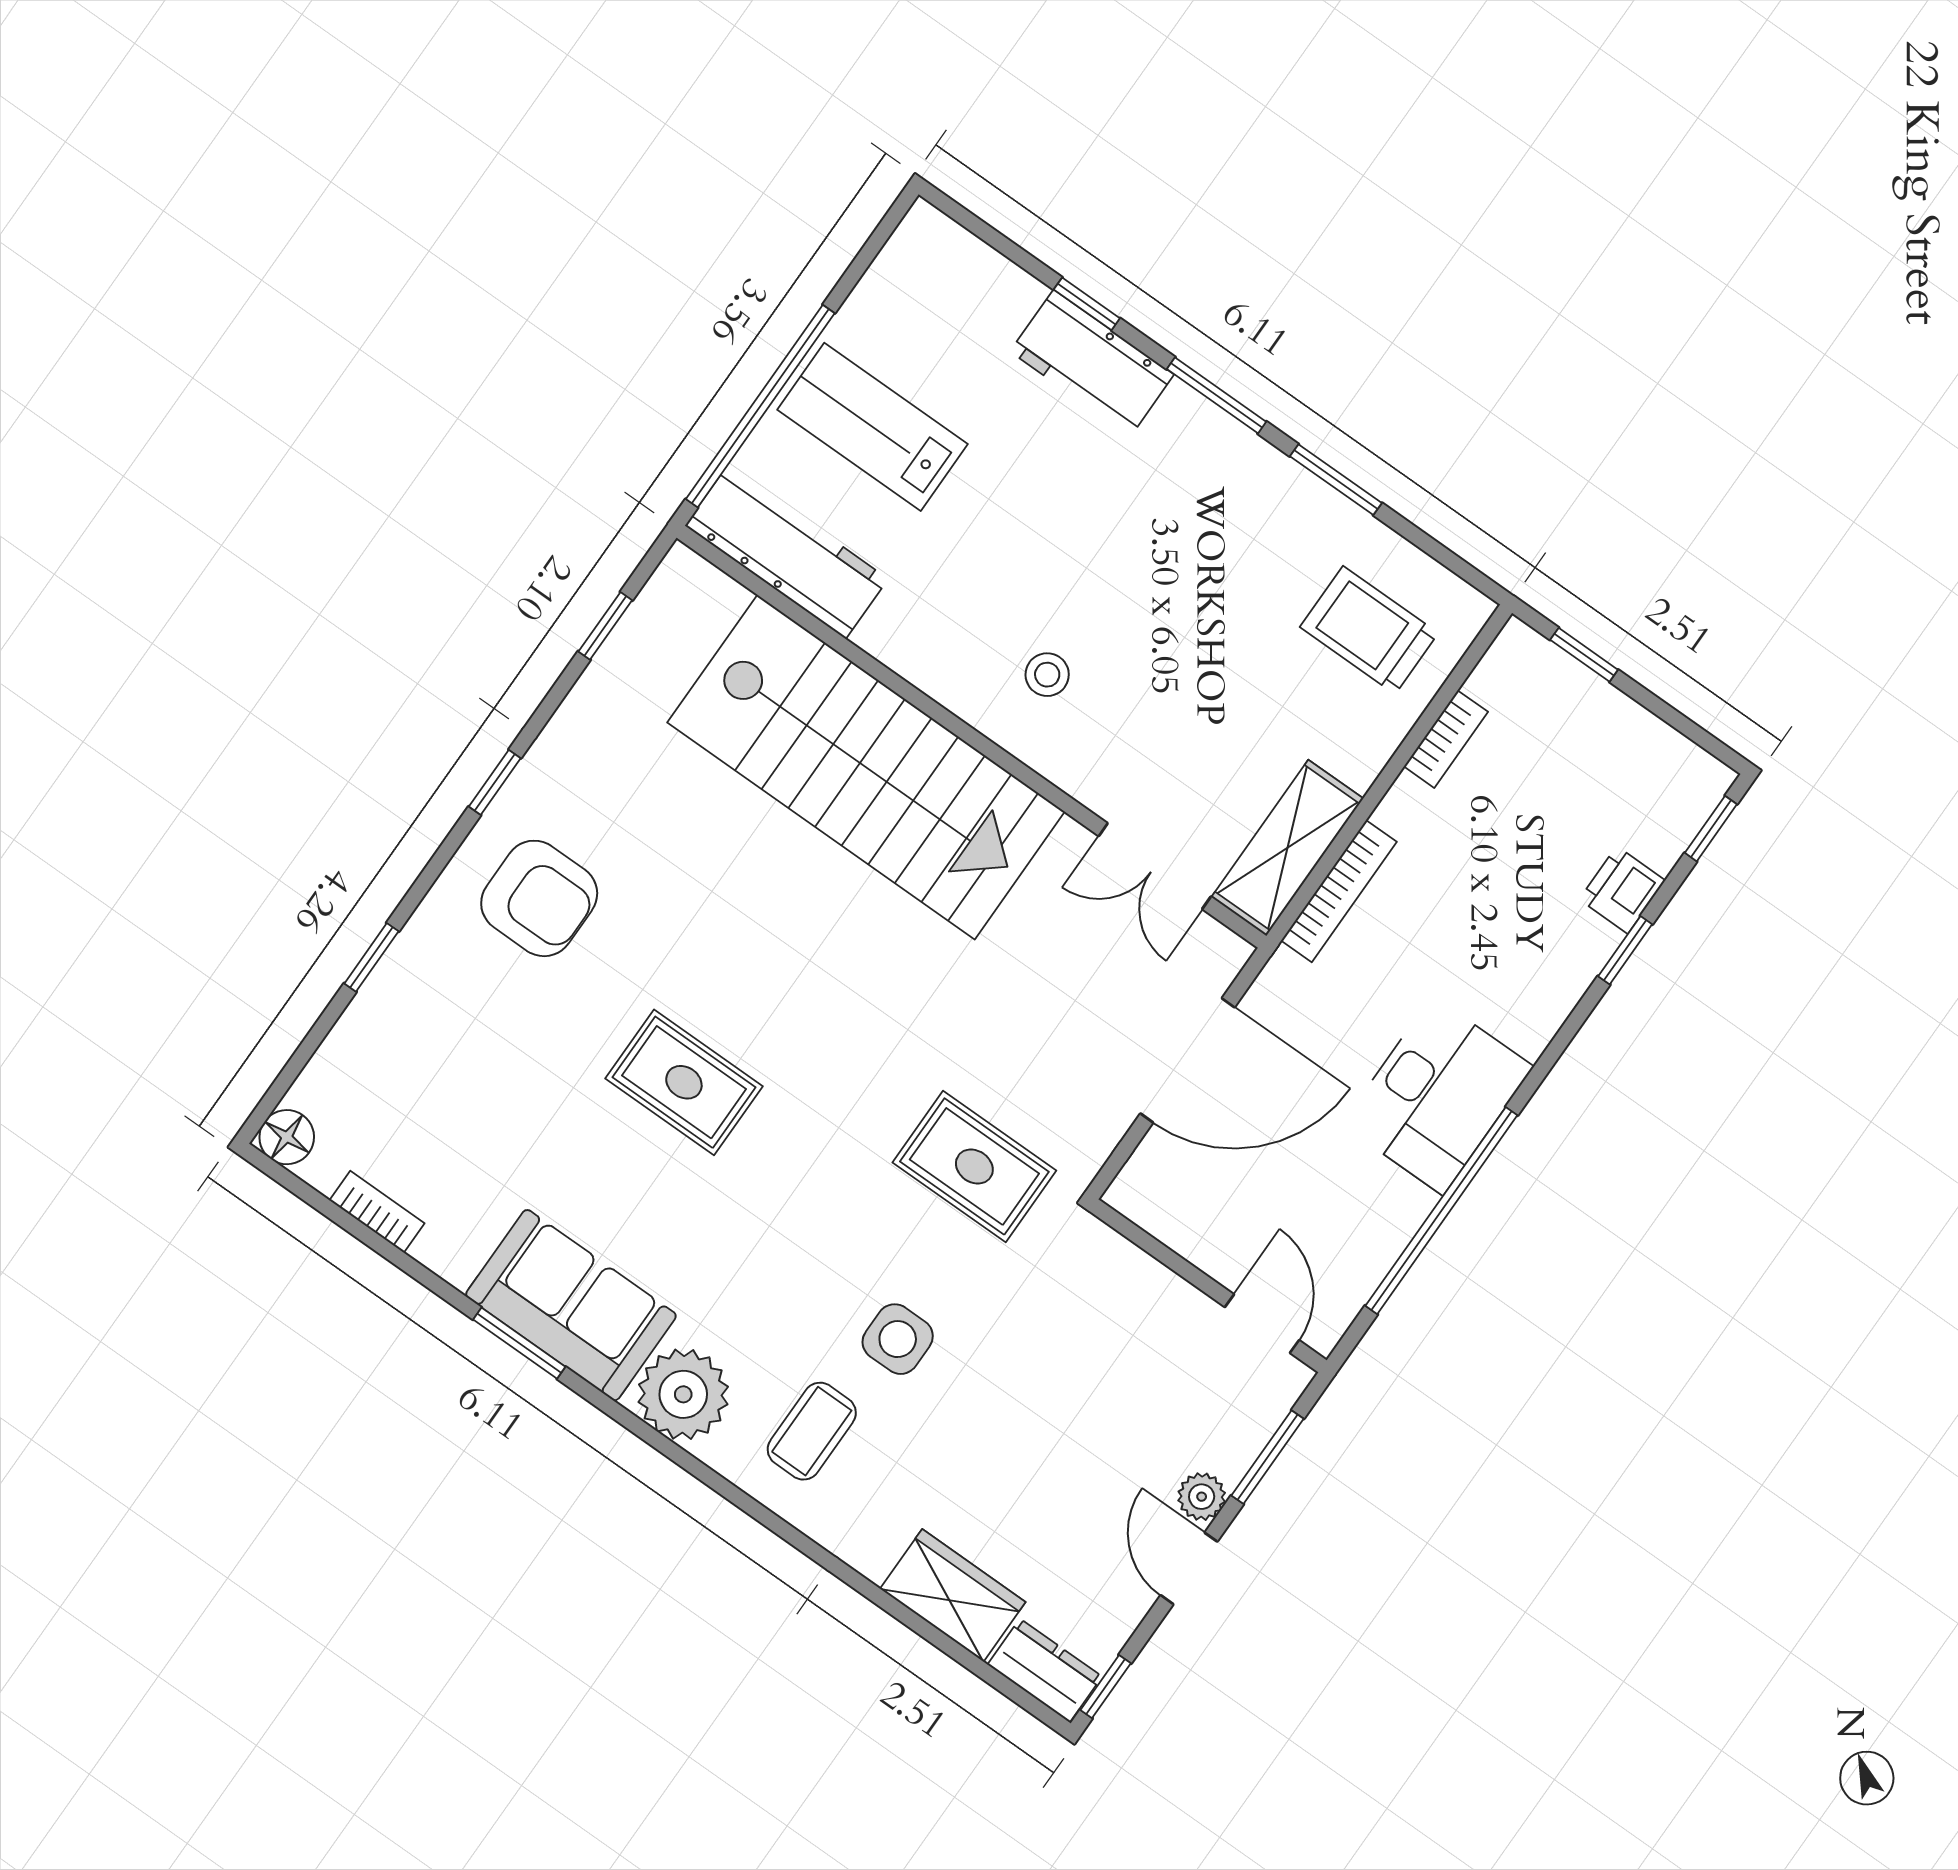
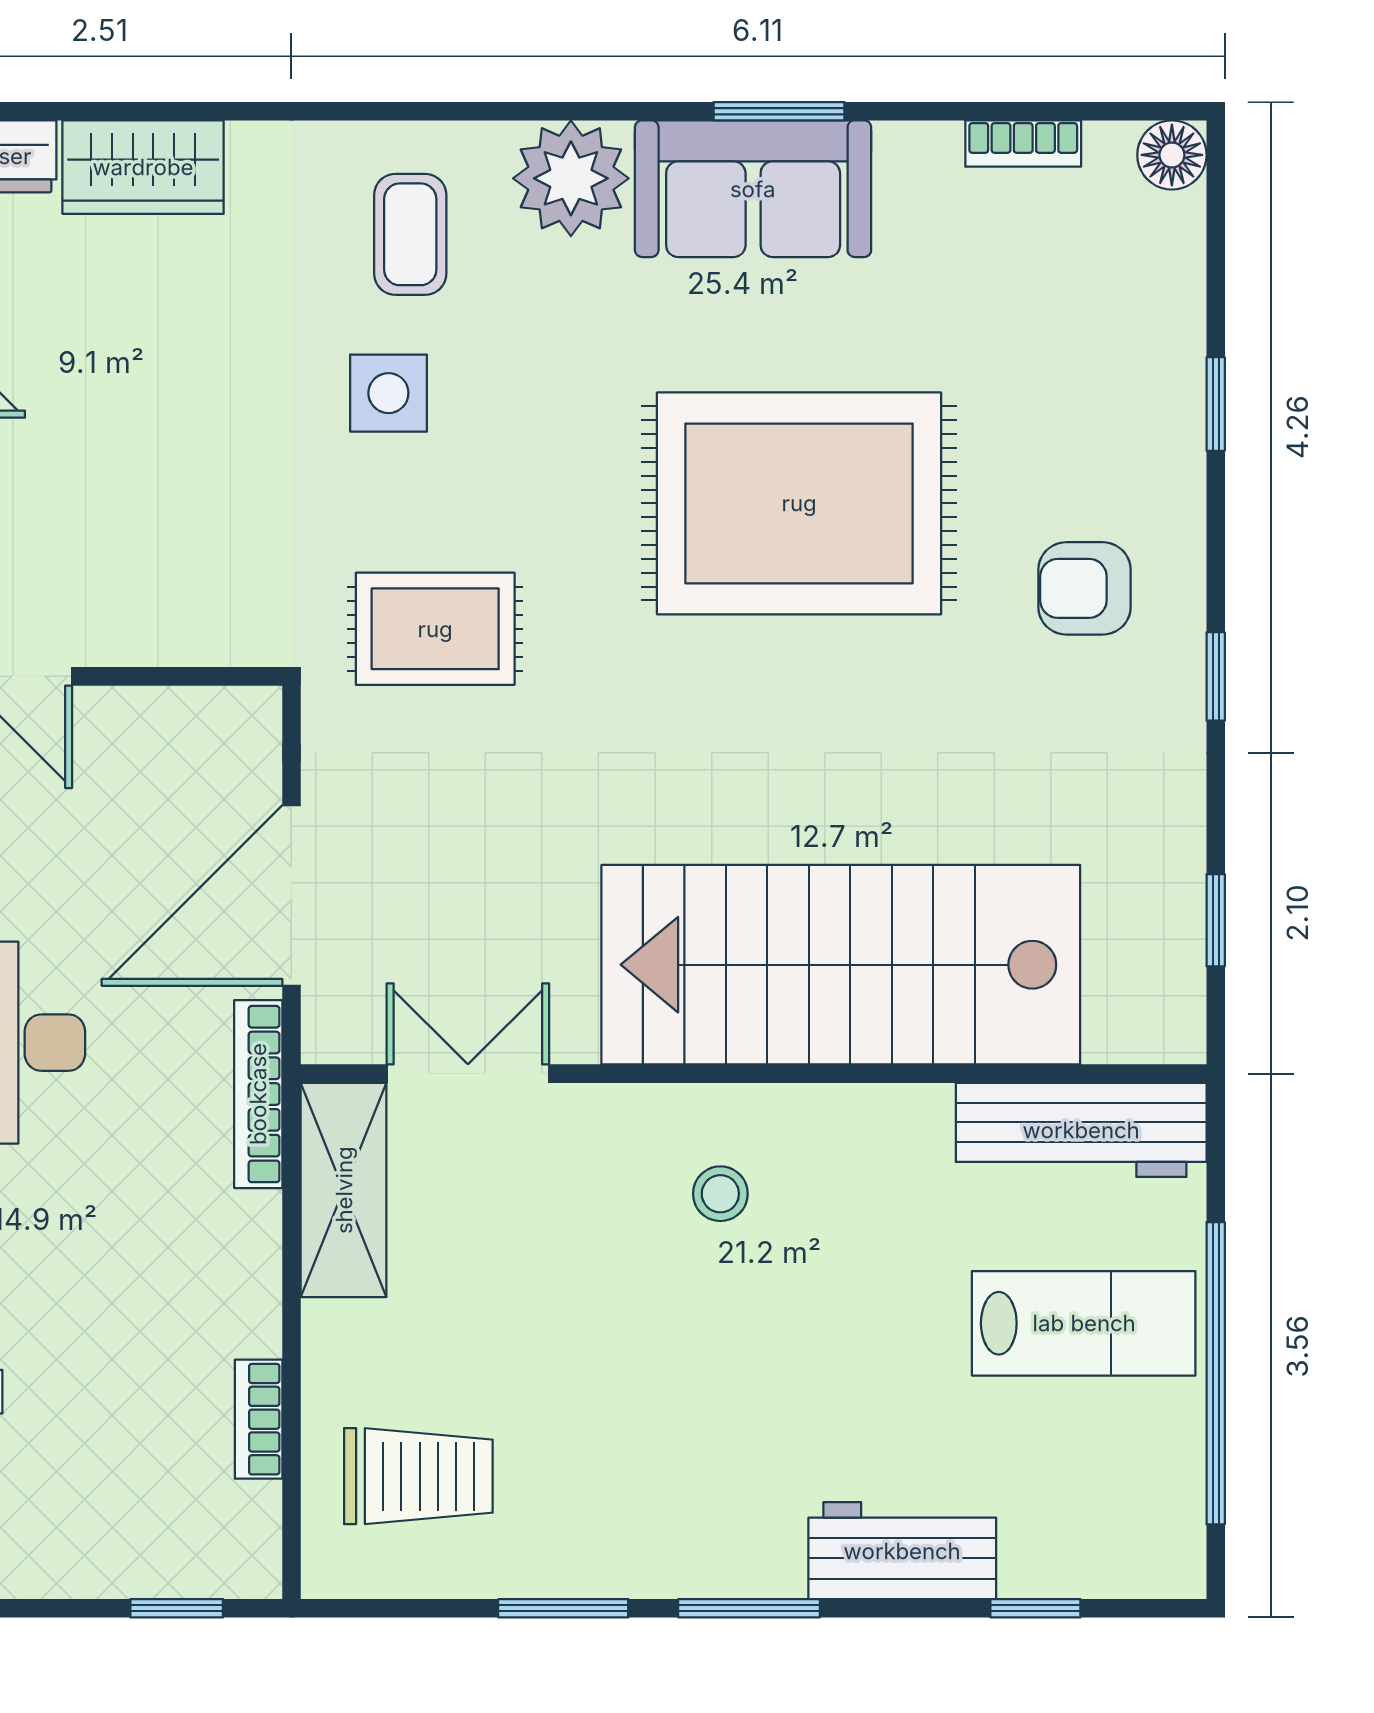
window: (1087, 304) -> (1035, 1608), moved
window: (760, 406) -> (1216, 1373), moved
bookcase: (1339, 891) -> (258, 1094), moved
armchair: (539, 898) -> (1084, 588), width x0.72, depth x0.72
rug: (684, 1082) -> (799, 503), width x1.86, depth x2.06

